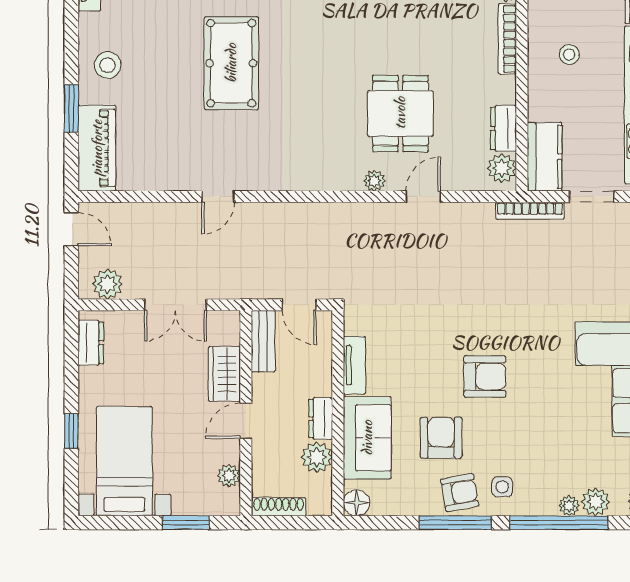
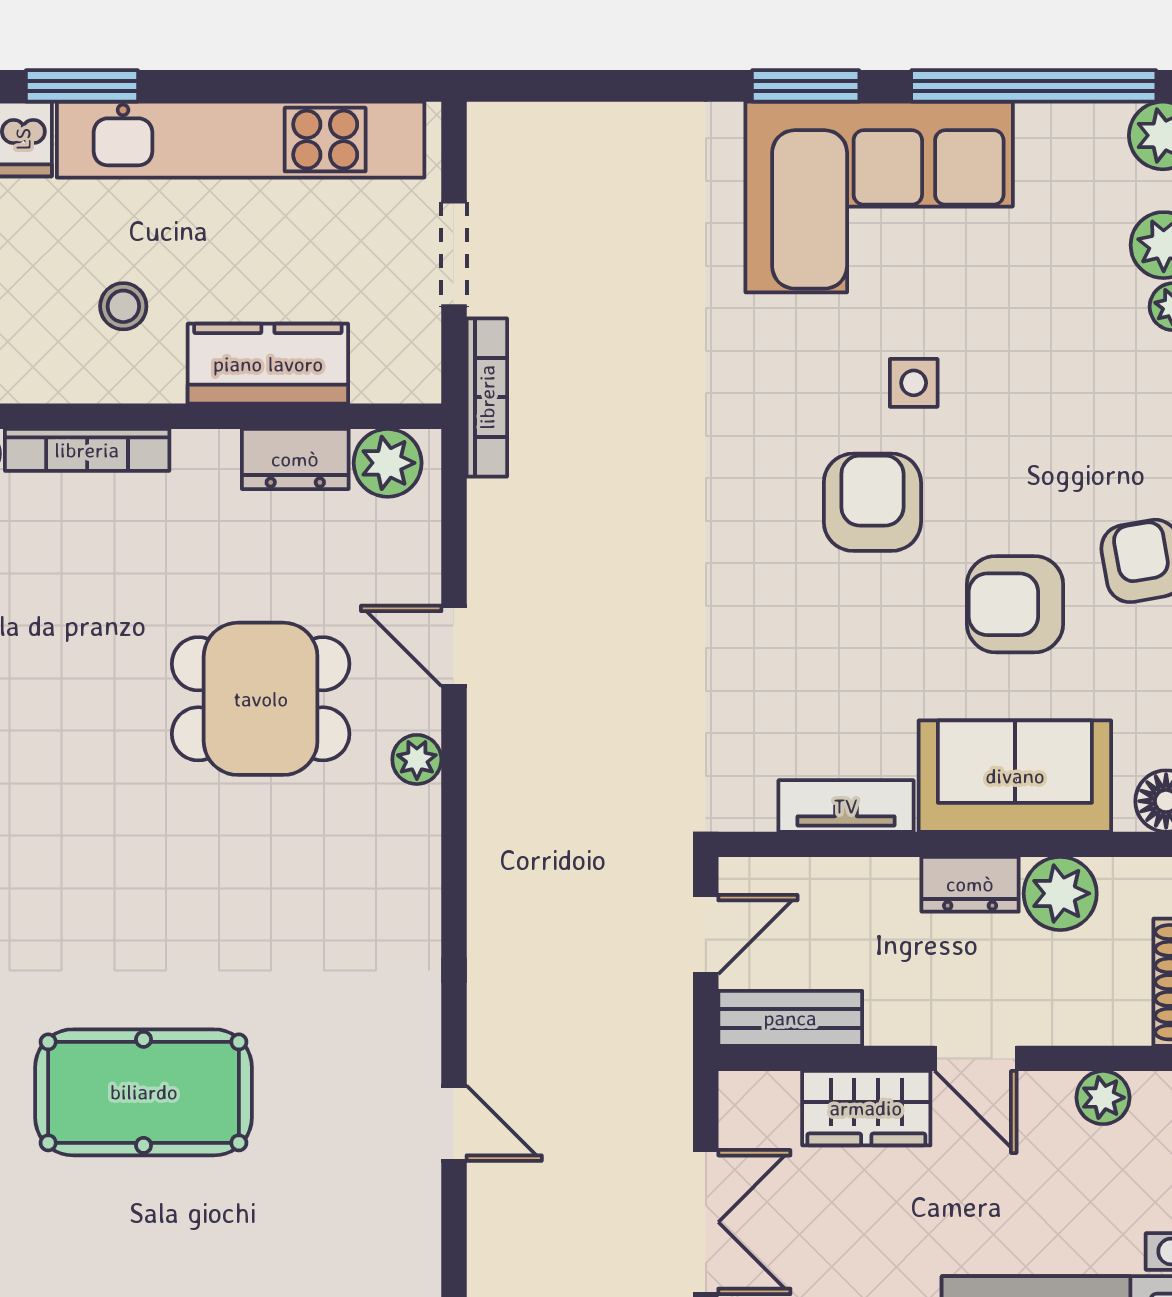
kitchen counter: (545, 157) -> (268, 364), moved
side table: (502, 487) -> (914, 383), moved

